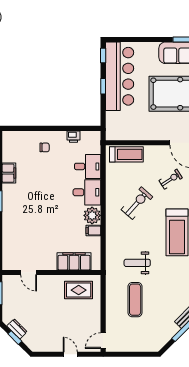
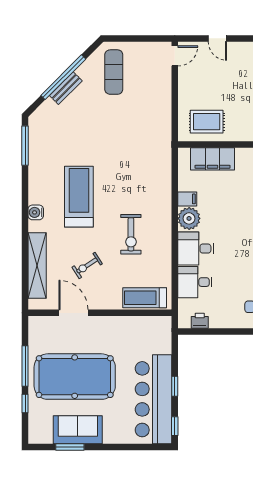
printer: (74, 137) -> (200, 321), moved
exercise bike: (137, 203) -> (131, 234), turned -42
weight bench: (137, 263) -> (131, 157), removed
exercise mat: (135, 300) -> (114, 72), moved

